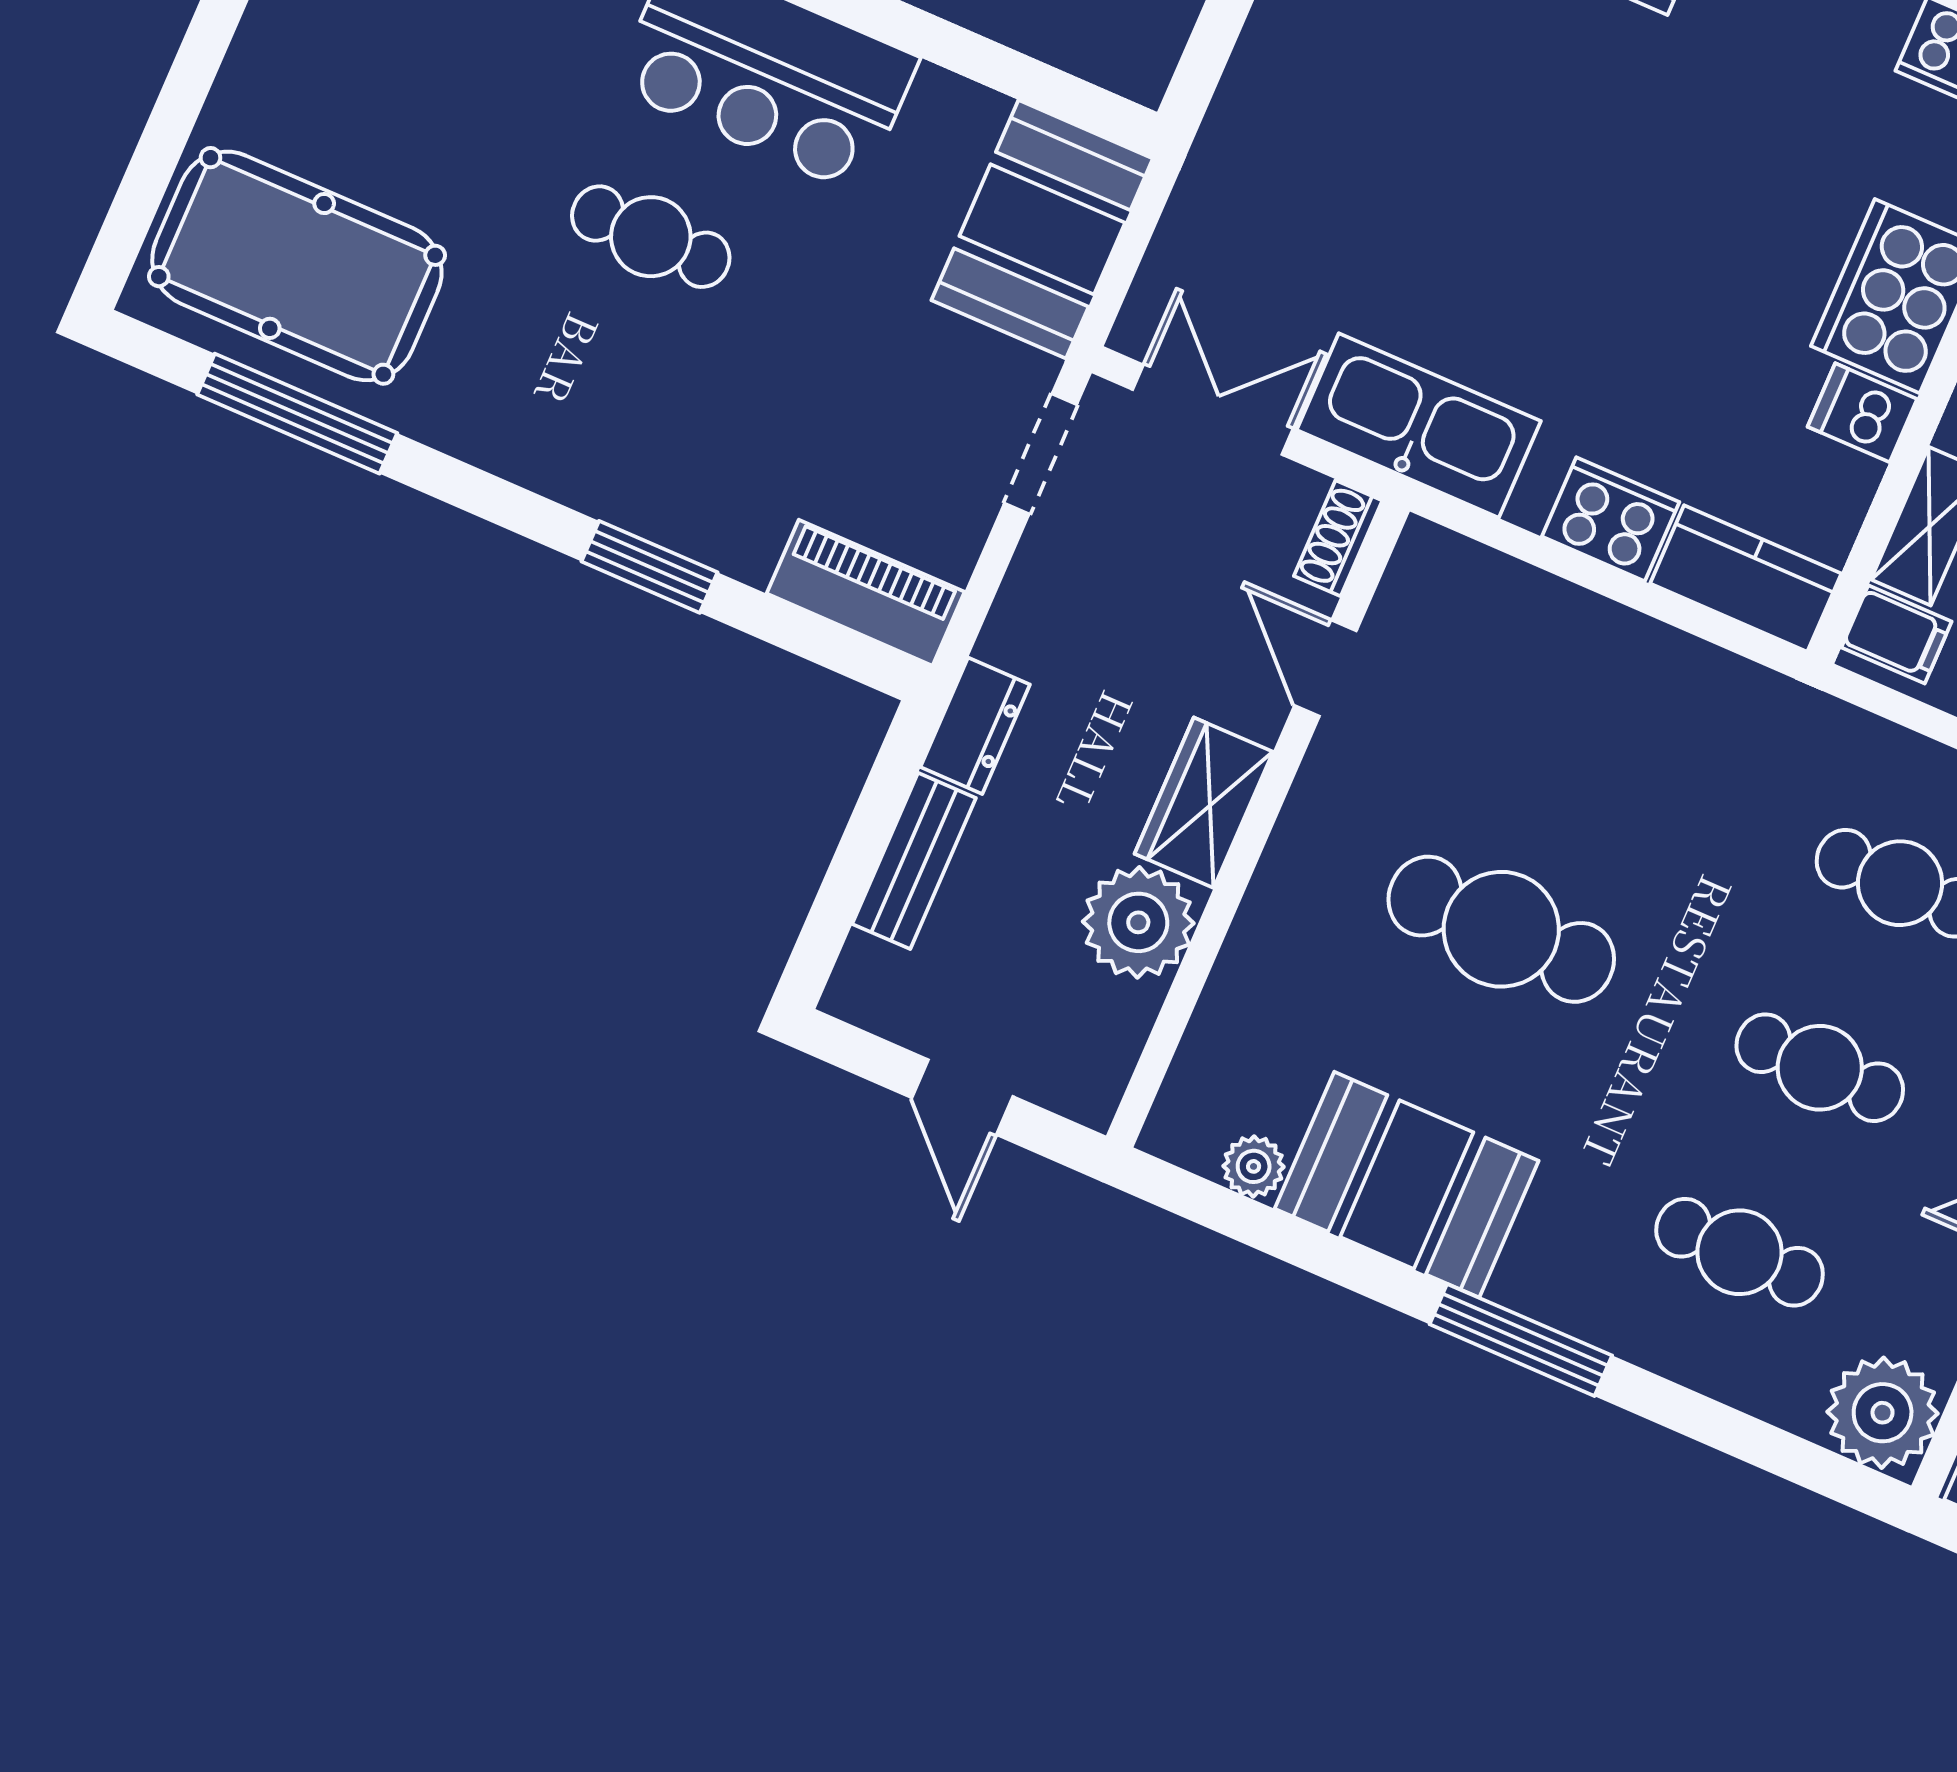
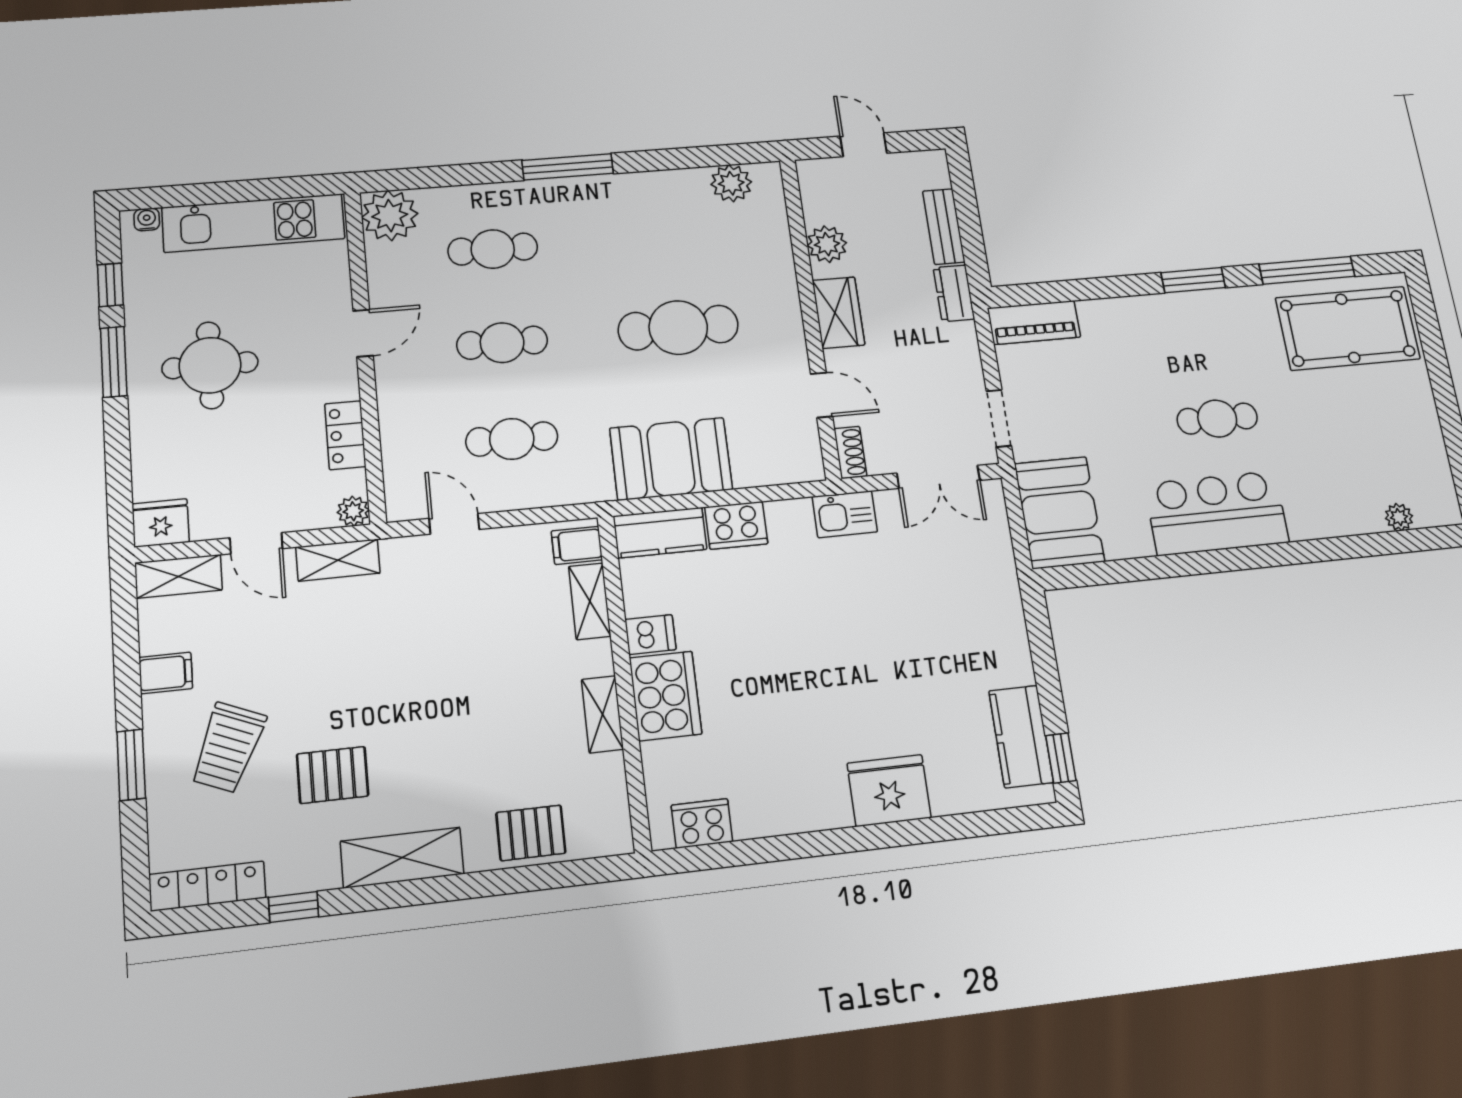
kitchen sink: (1419, 425) -> (845, 514), width x0.53, depth x0.81
window: (649, 567) -> (1193, 280), moved
plant: (1138, 922) -> (827, 244), width x0.73, depth x0.73
plant: (1254, 1166) -> (731, 183), width x1.38, depth x1.38
booth: (1407, 1185) -> (671, 459), moved

